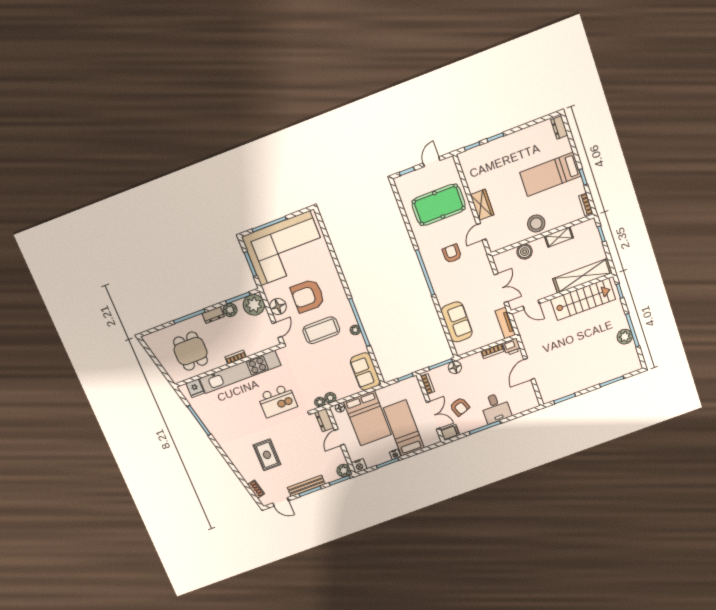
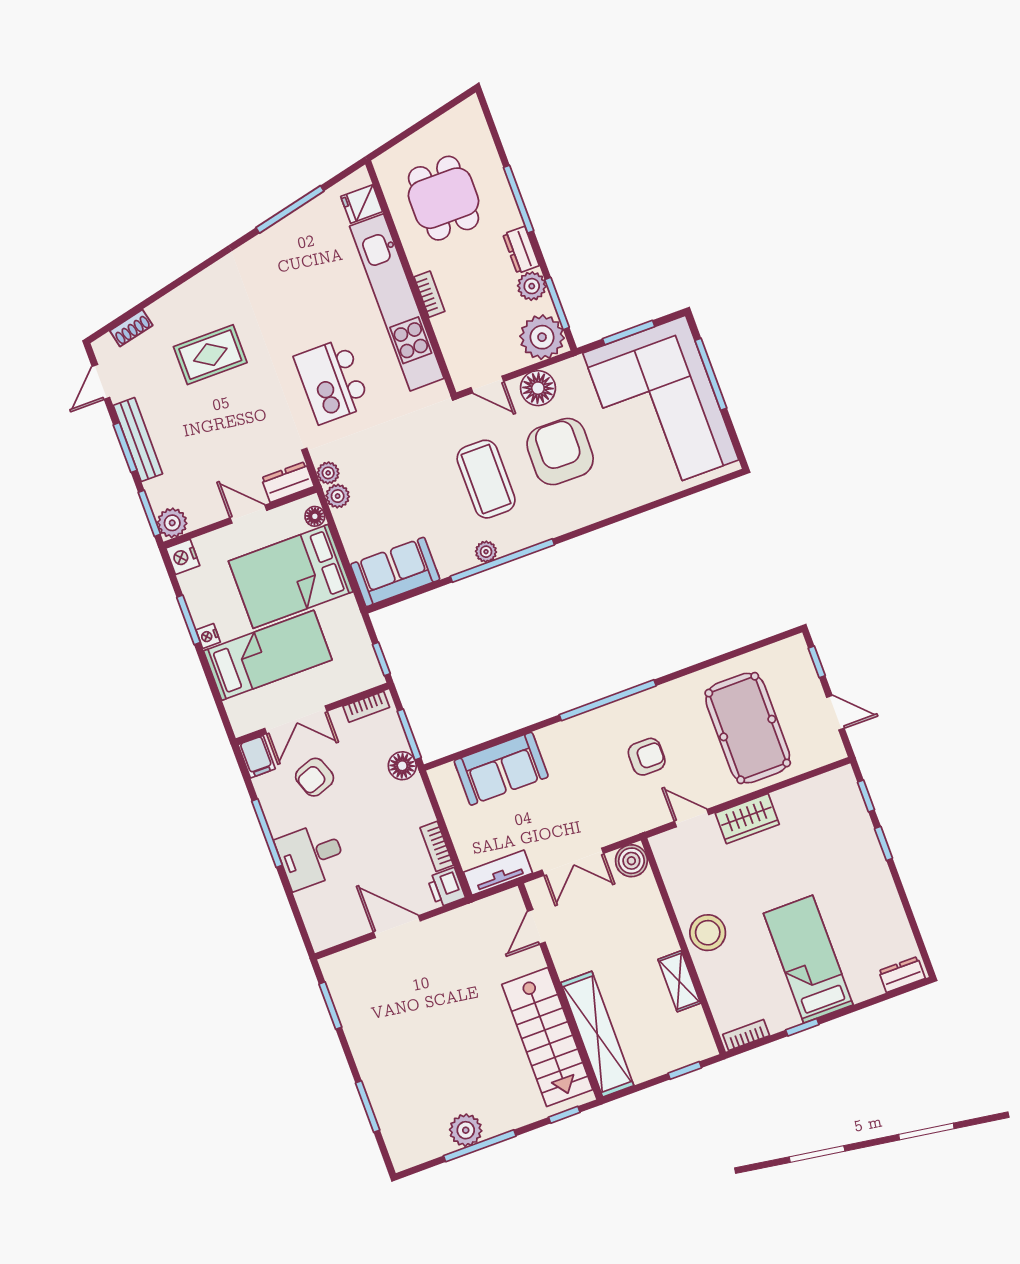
boiler: (525, 252) -> (631, 861), moved
dining table: (191, 351) -> (444, 198), turned 90

